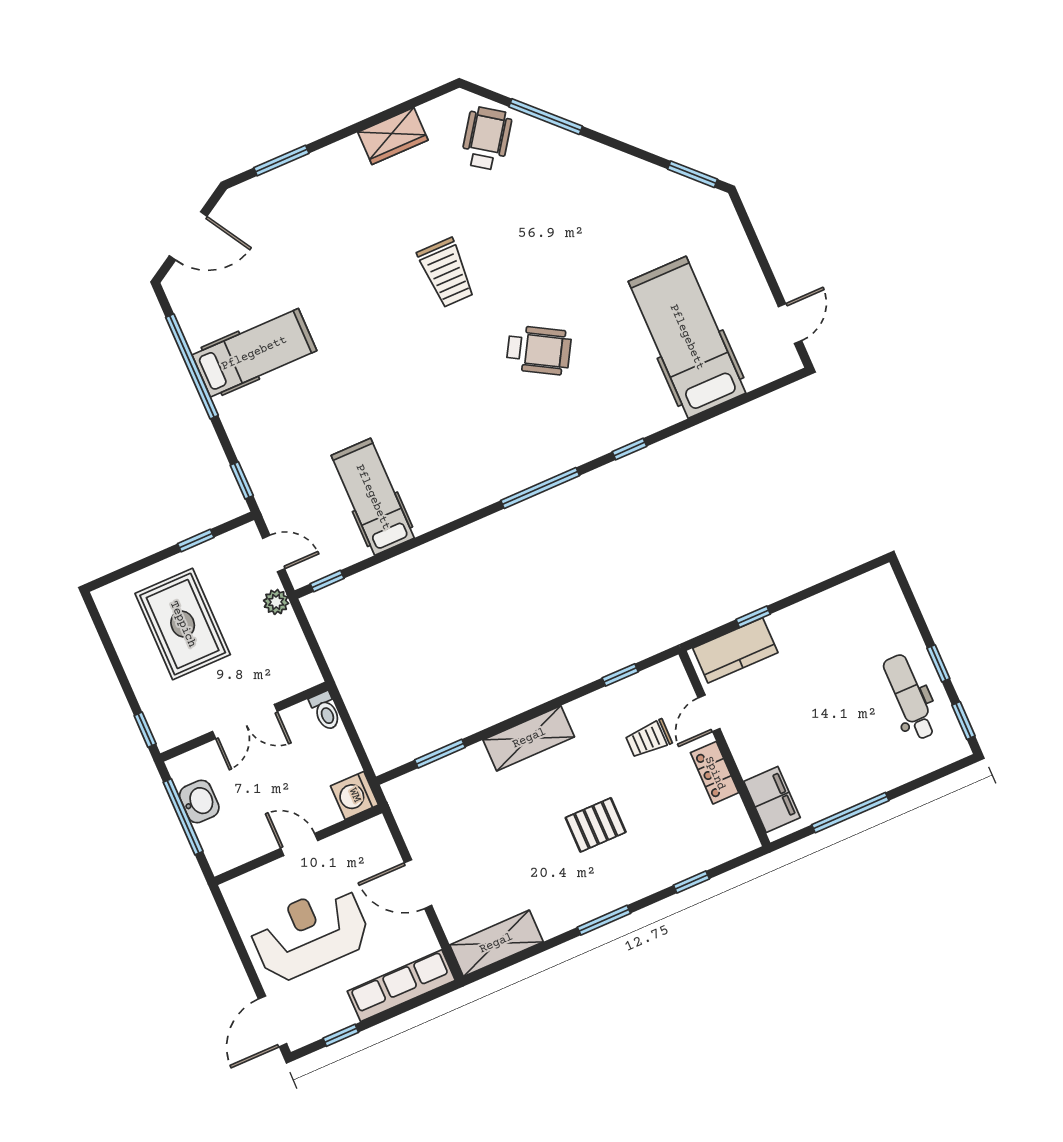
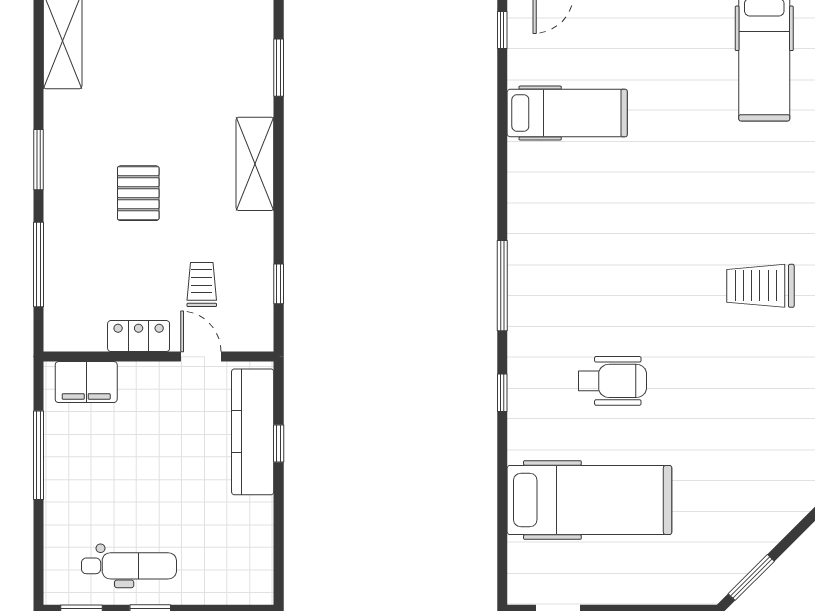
wheelchair: (539, 350) -> (612, 381), moved, turned -120
kitchen counter: (735, 650) -> (253, 432), width x1.50
window: (691, 882) -> (39, 265), width x2.17

